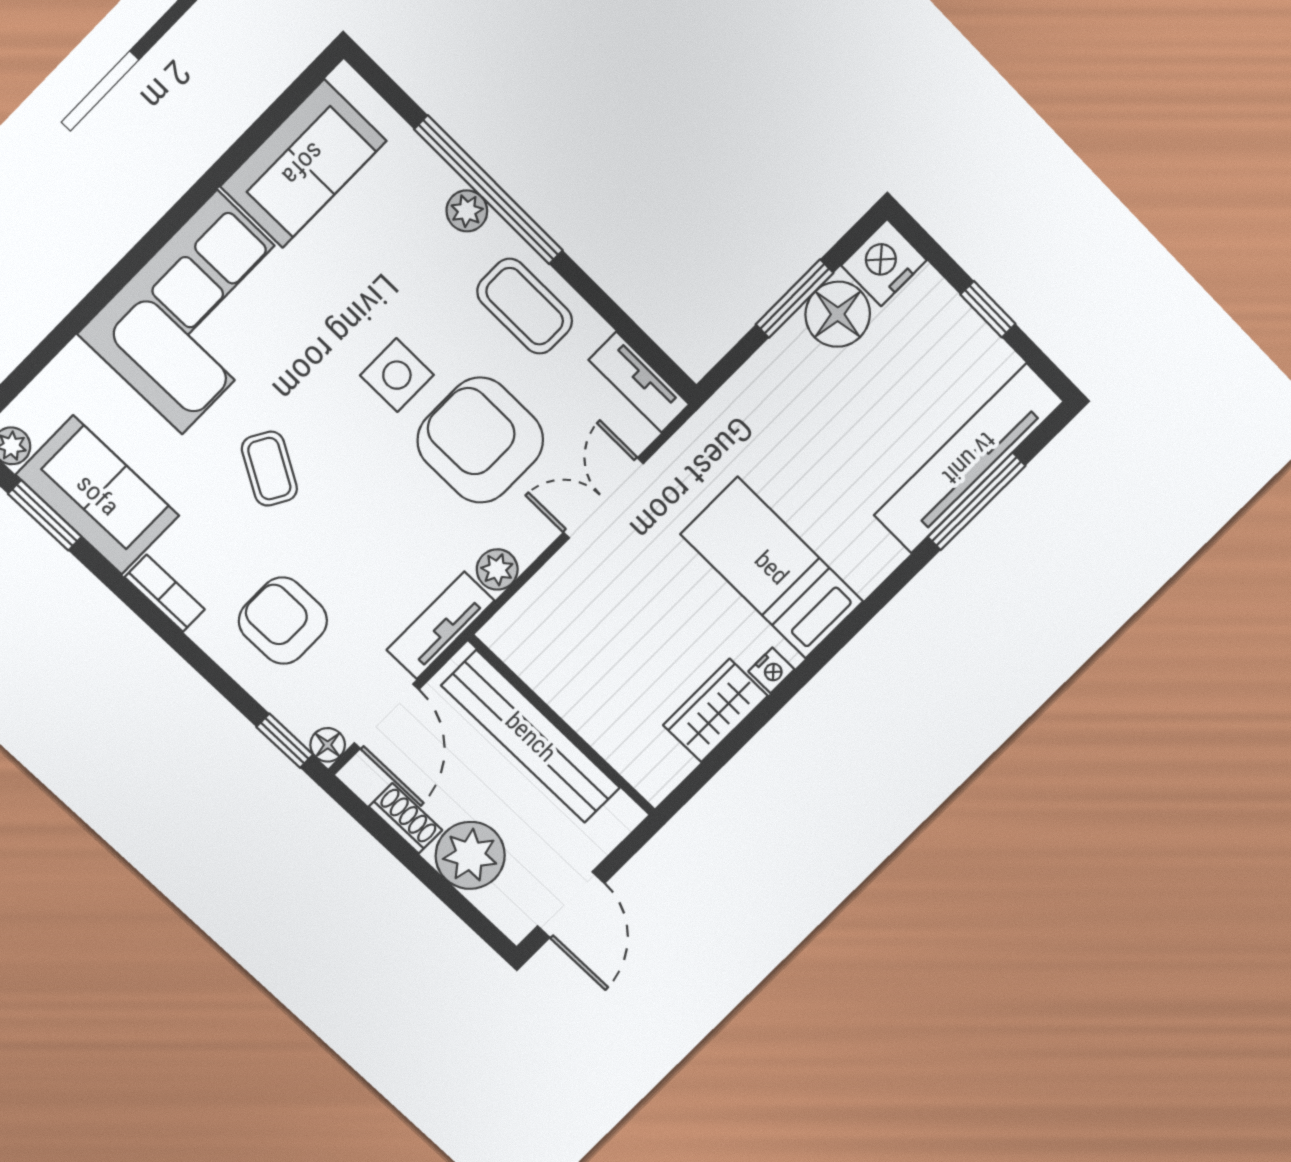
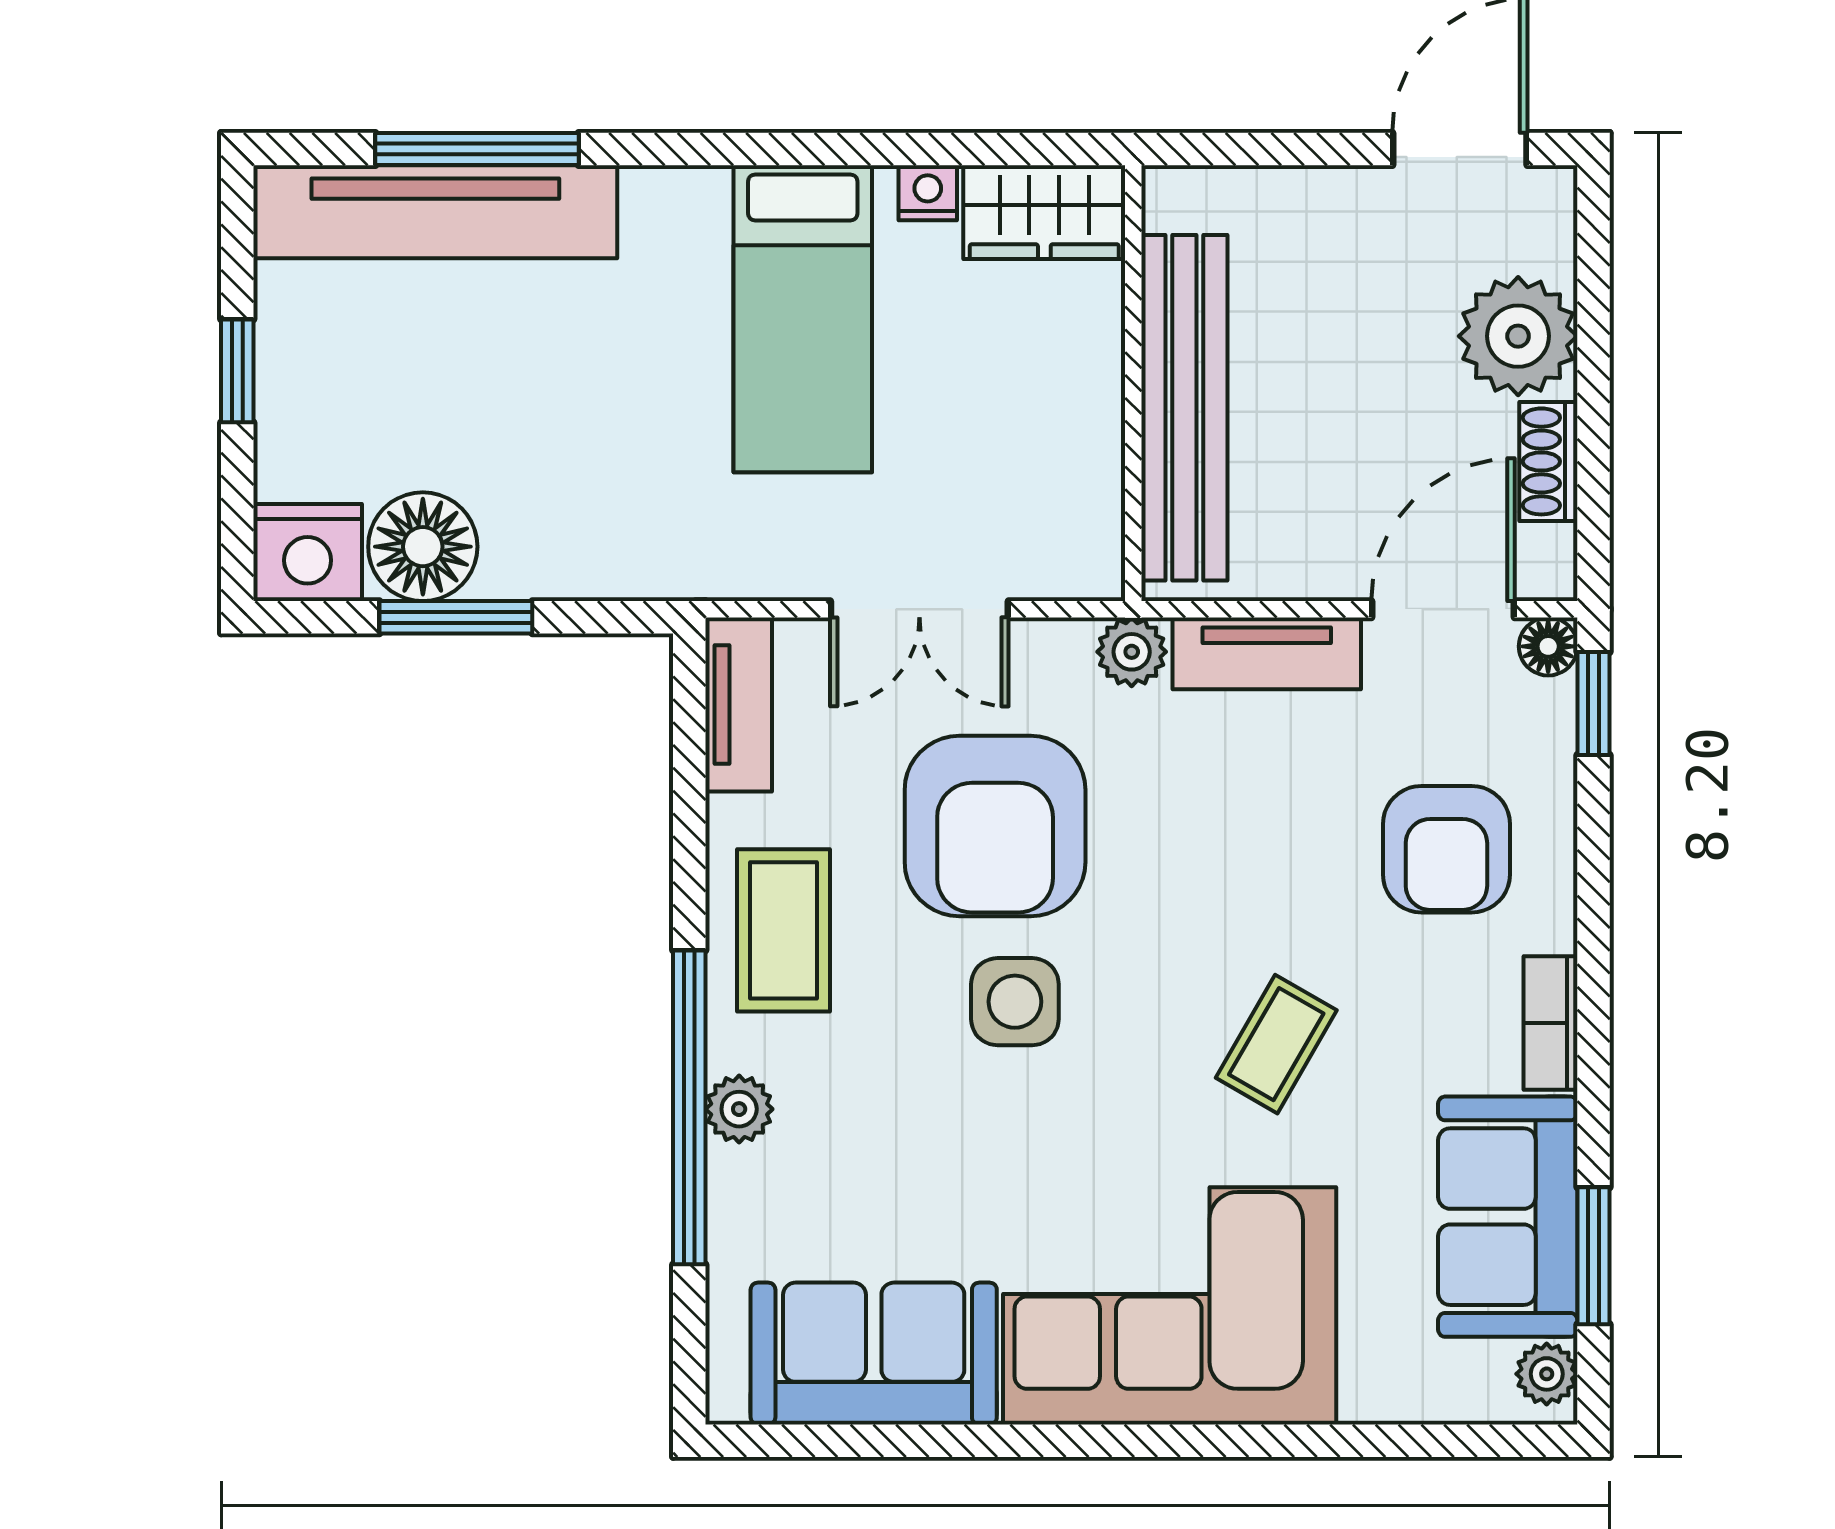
wall: (562, 725) -> (1133, 383), moved
bench: (531, 737) -> (1184, 408), moved

